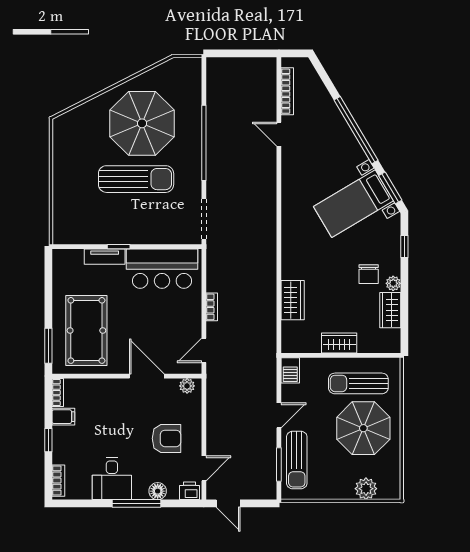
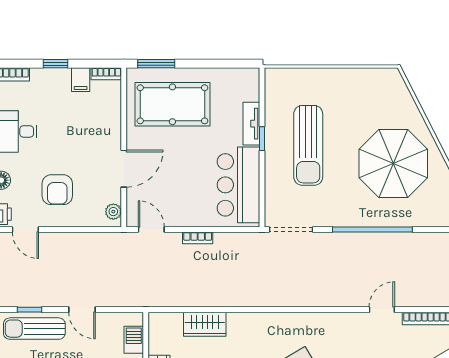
sun lounger: (136, 179) -> (308, 145), moved
barbecue: (290, 370) -> (134, 340), moved, turned 90
window: (279, 465) -> (30, 310), width x0.67

